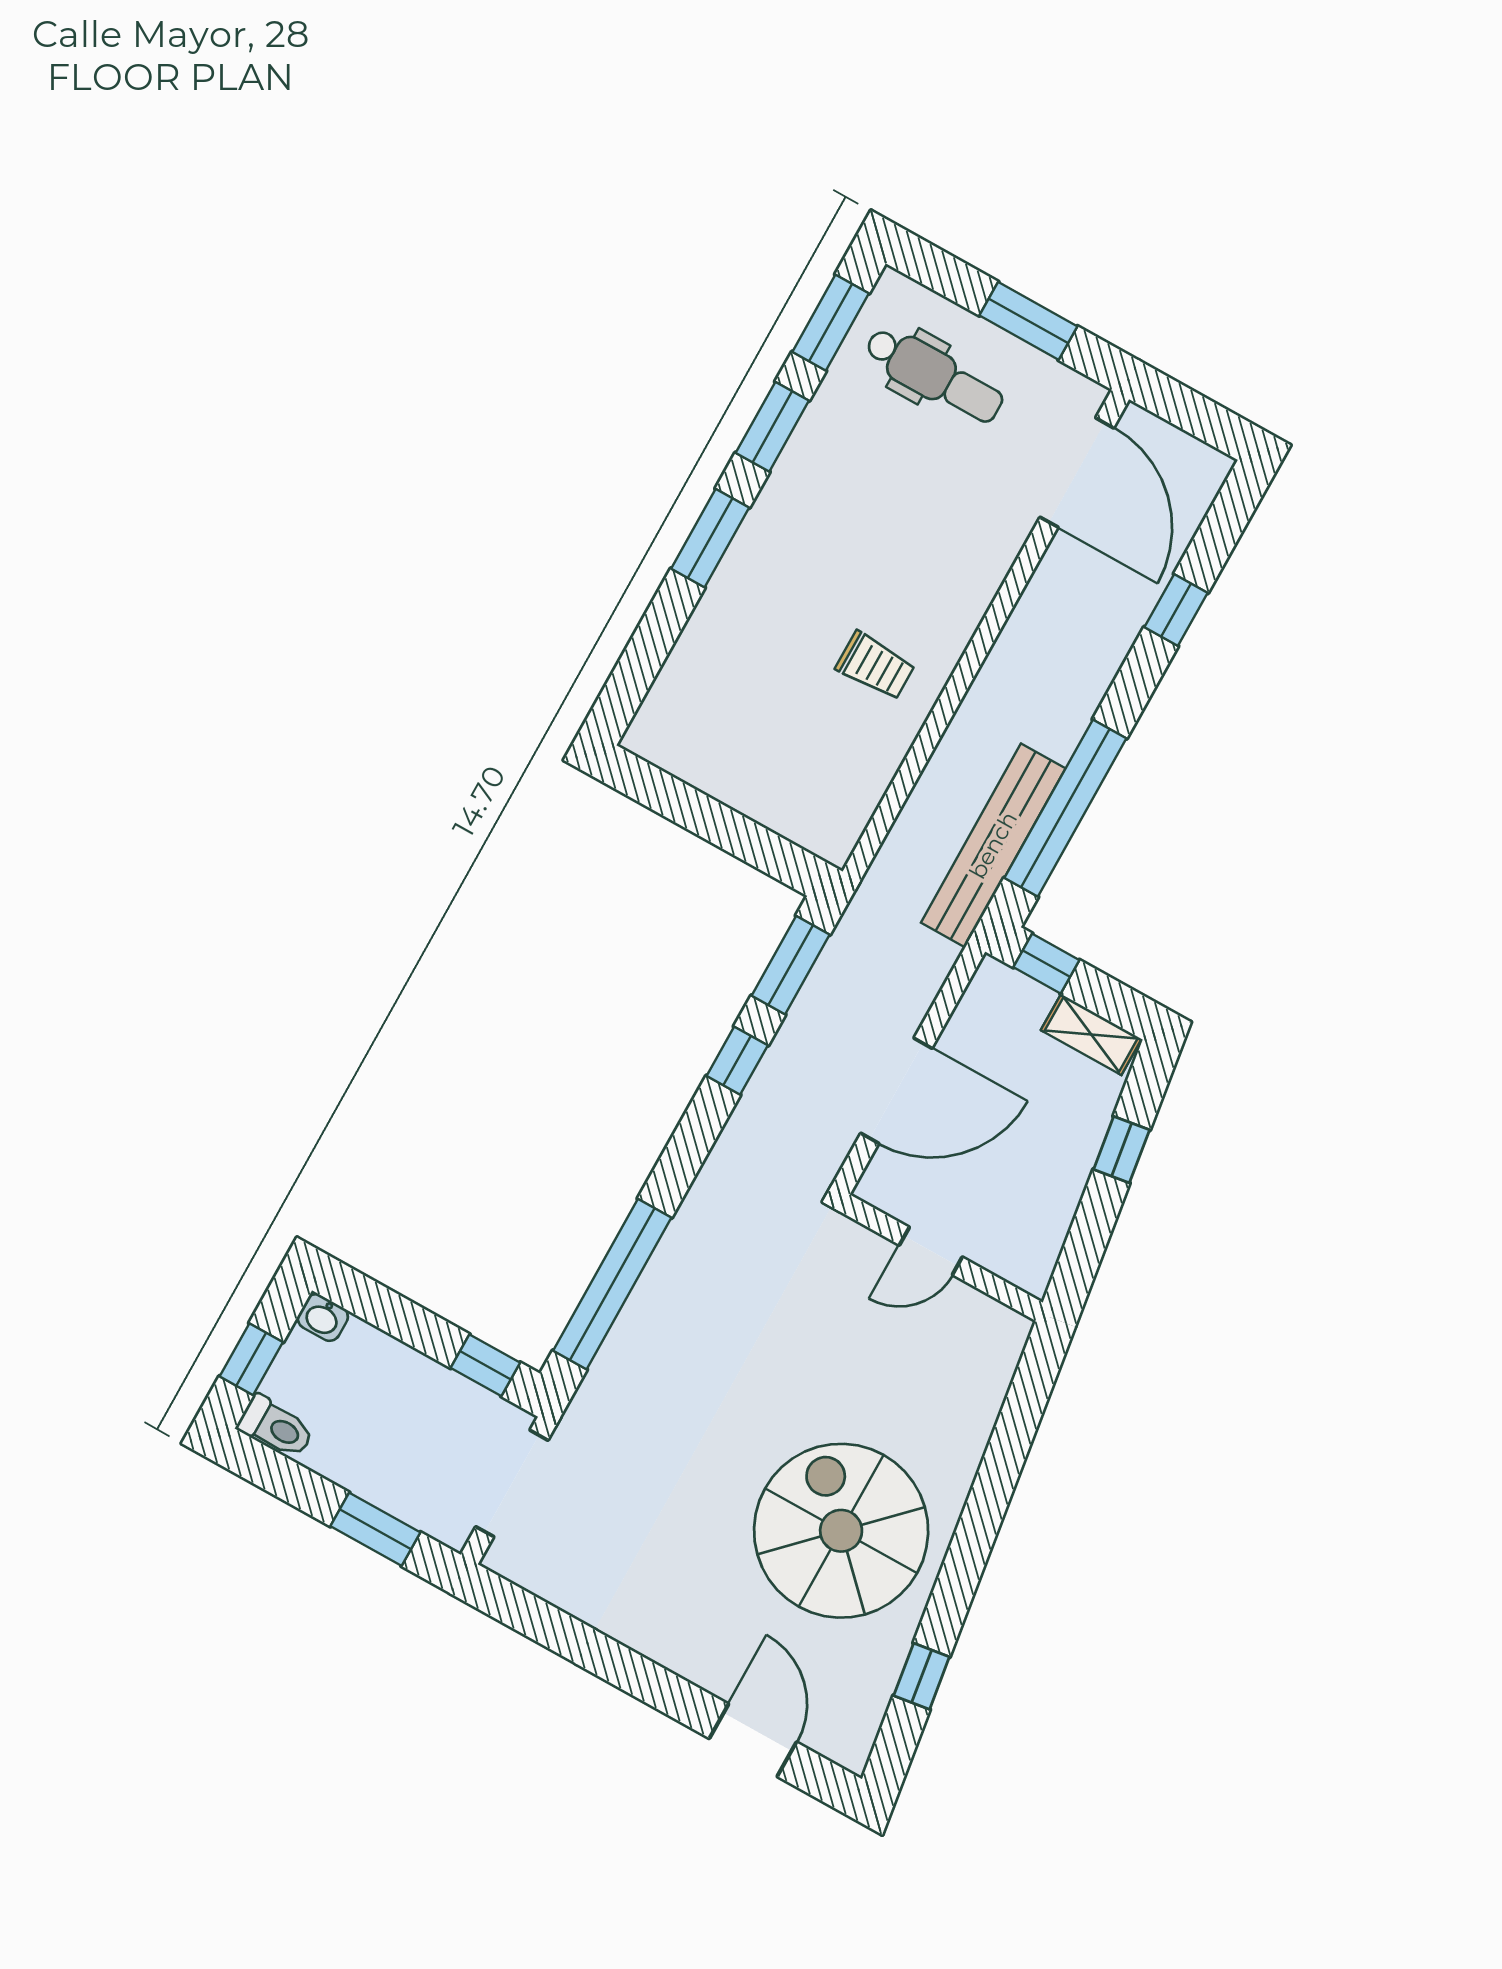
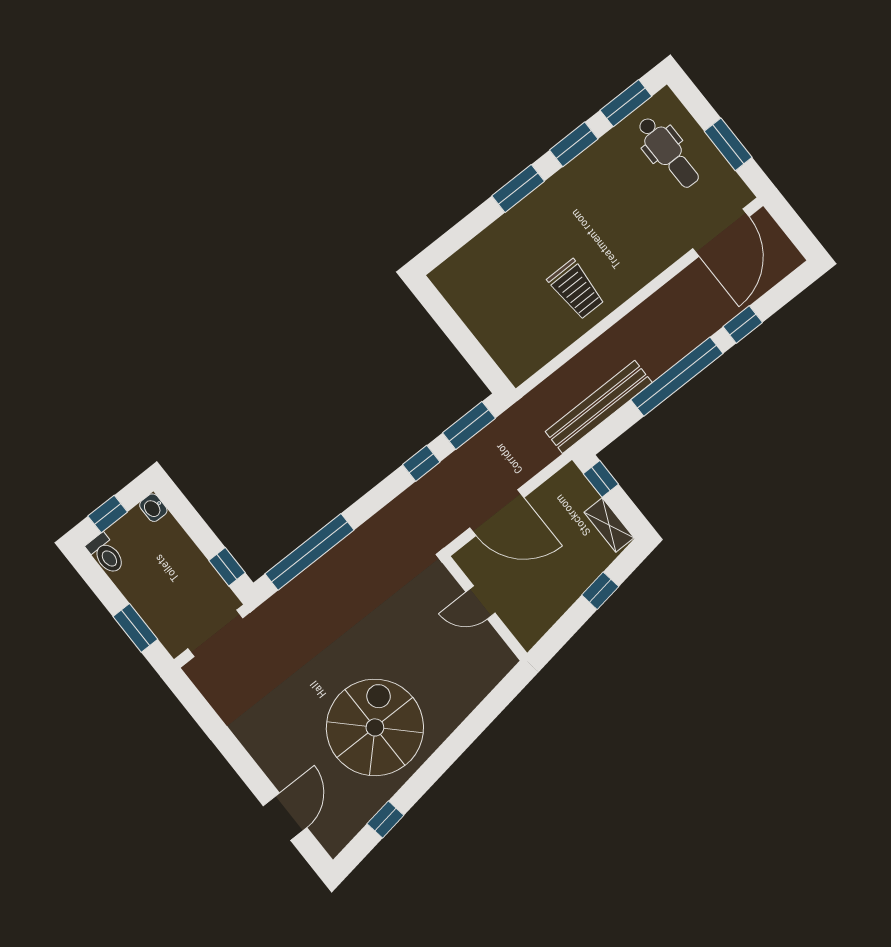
trolley: (875, 666) -> (576, 289), width x1.36, depth x1.39
window: (1065, 808) -> (677, 377), moved

